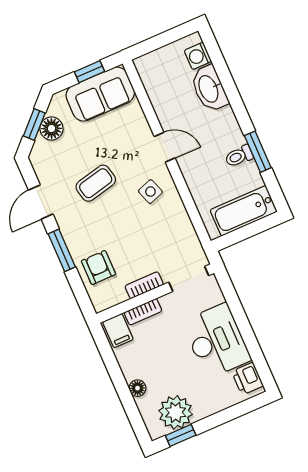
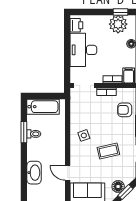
washing machine: (198, 56) -> (33, 191), removed
door: (165, 147) -> (68, 173), moved
armchair: (98, 268) -> (125, 110), turned 90

